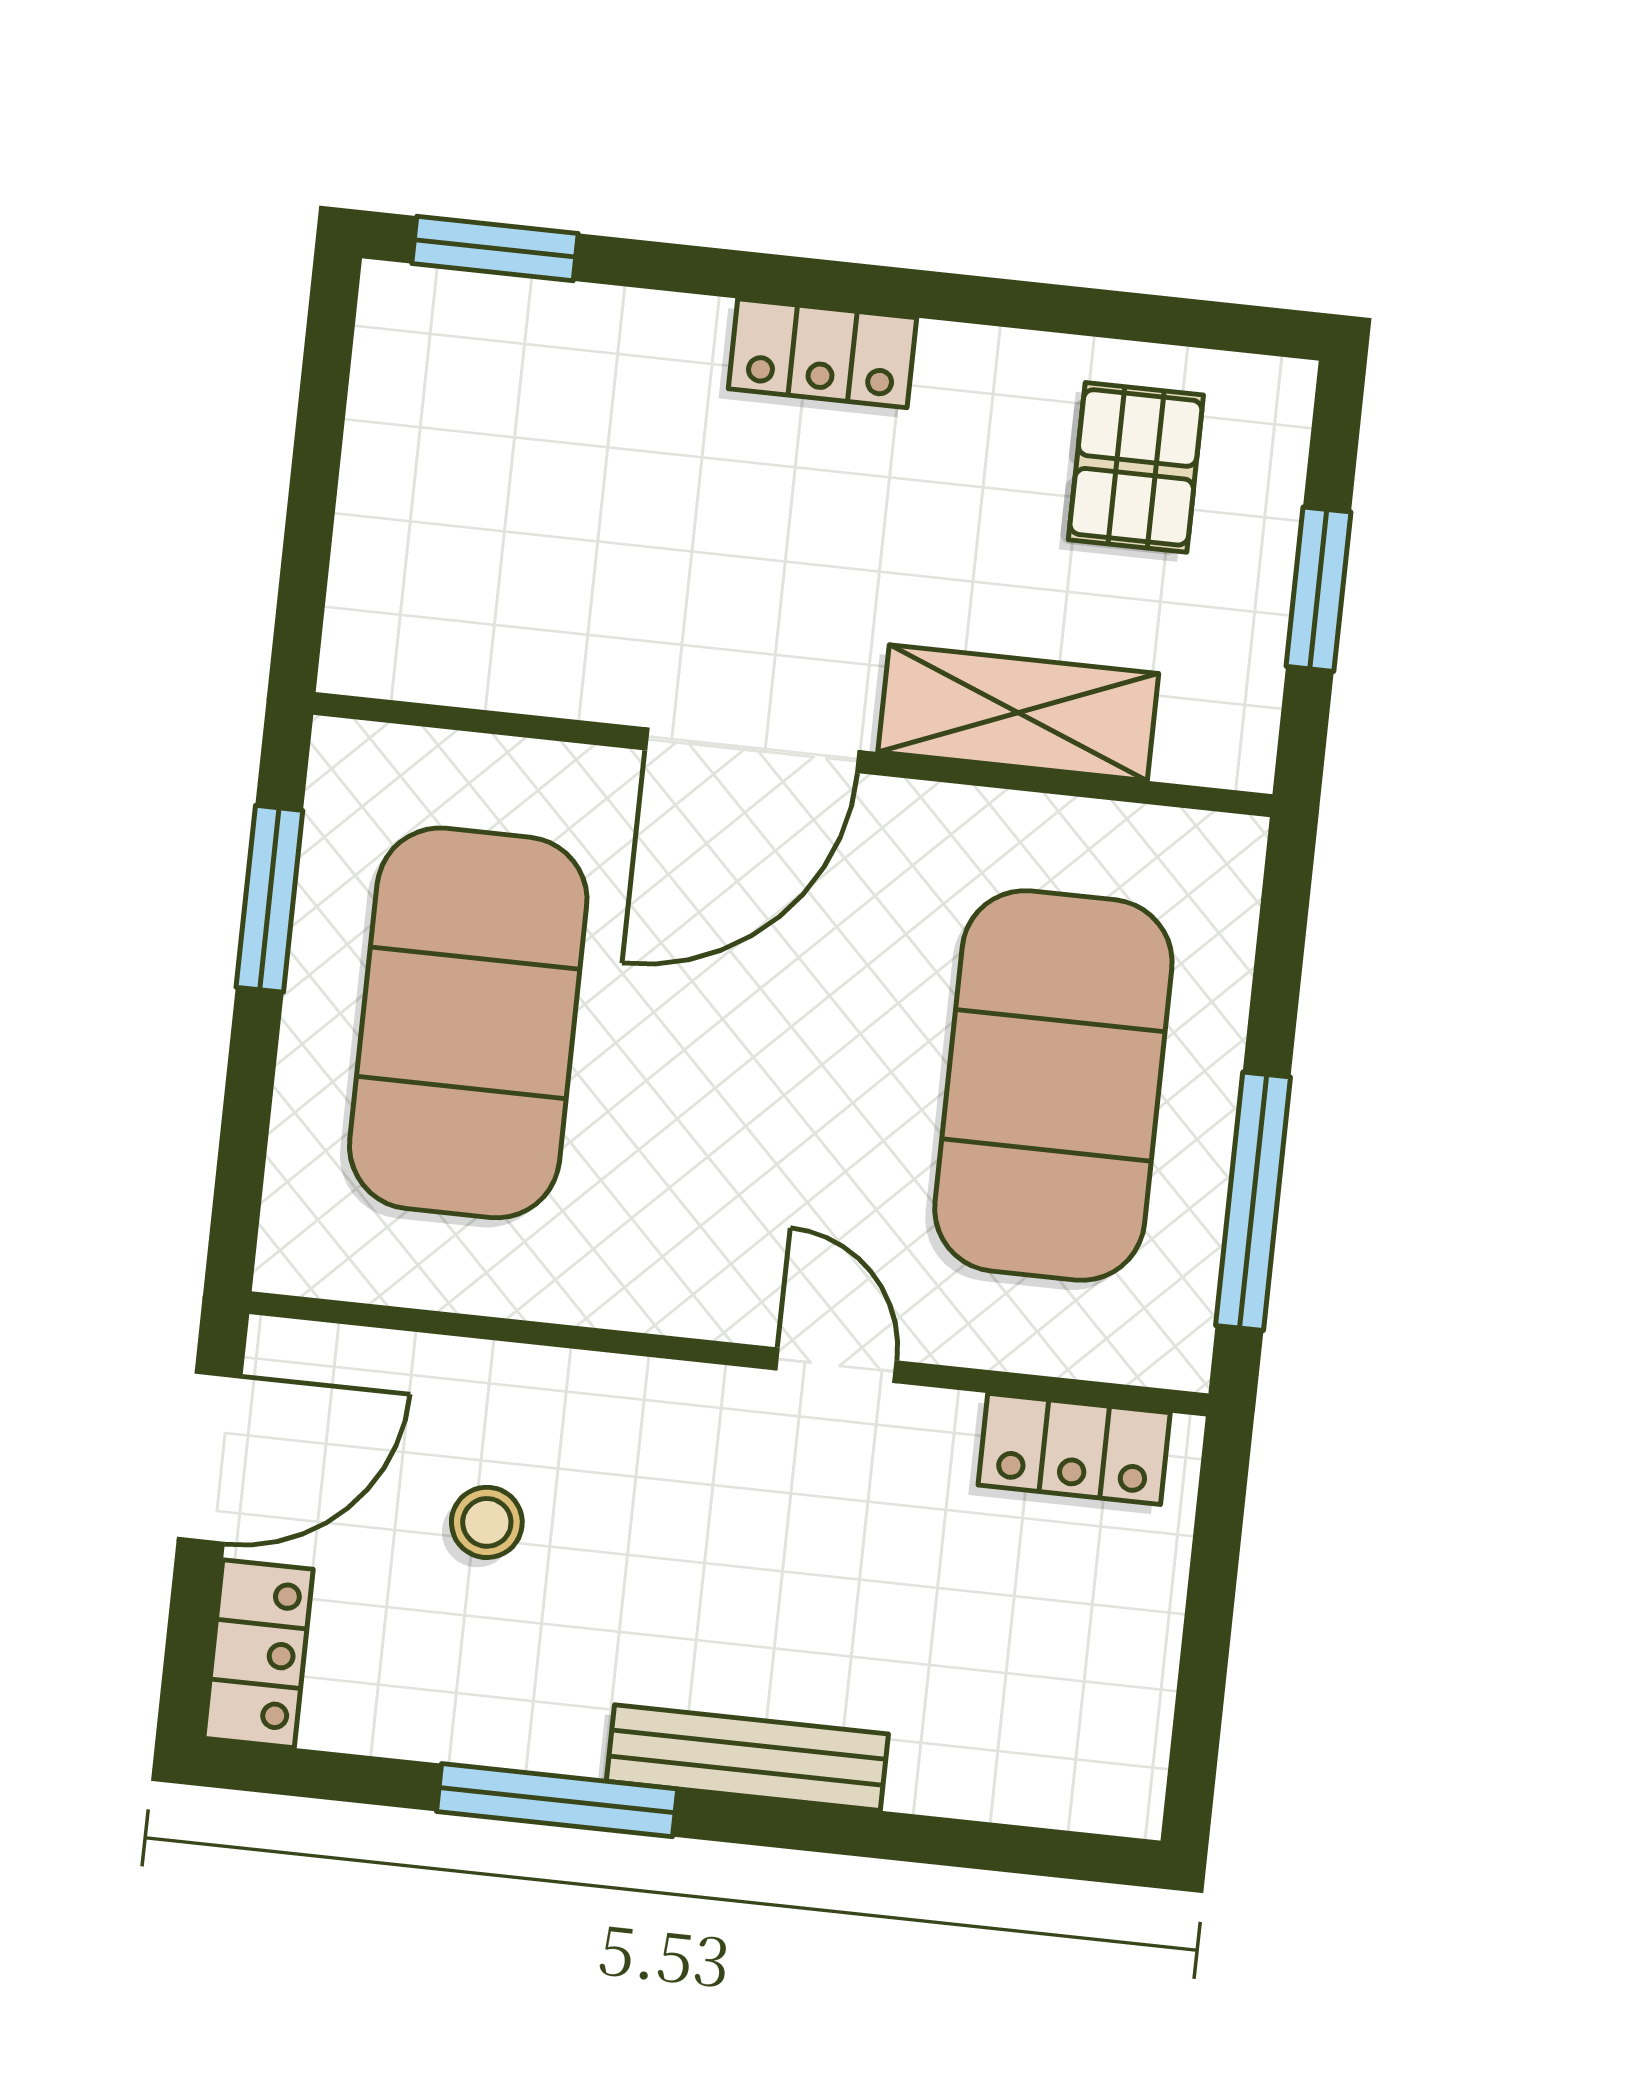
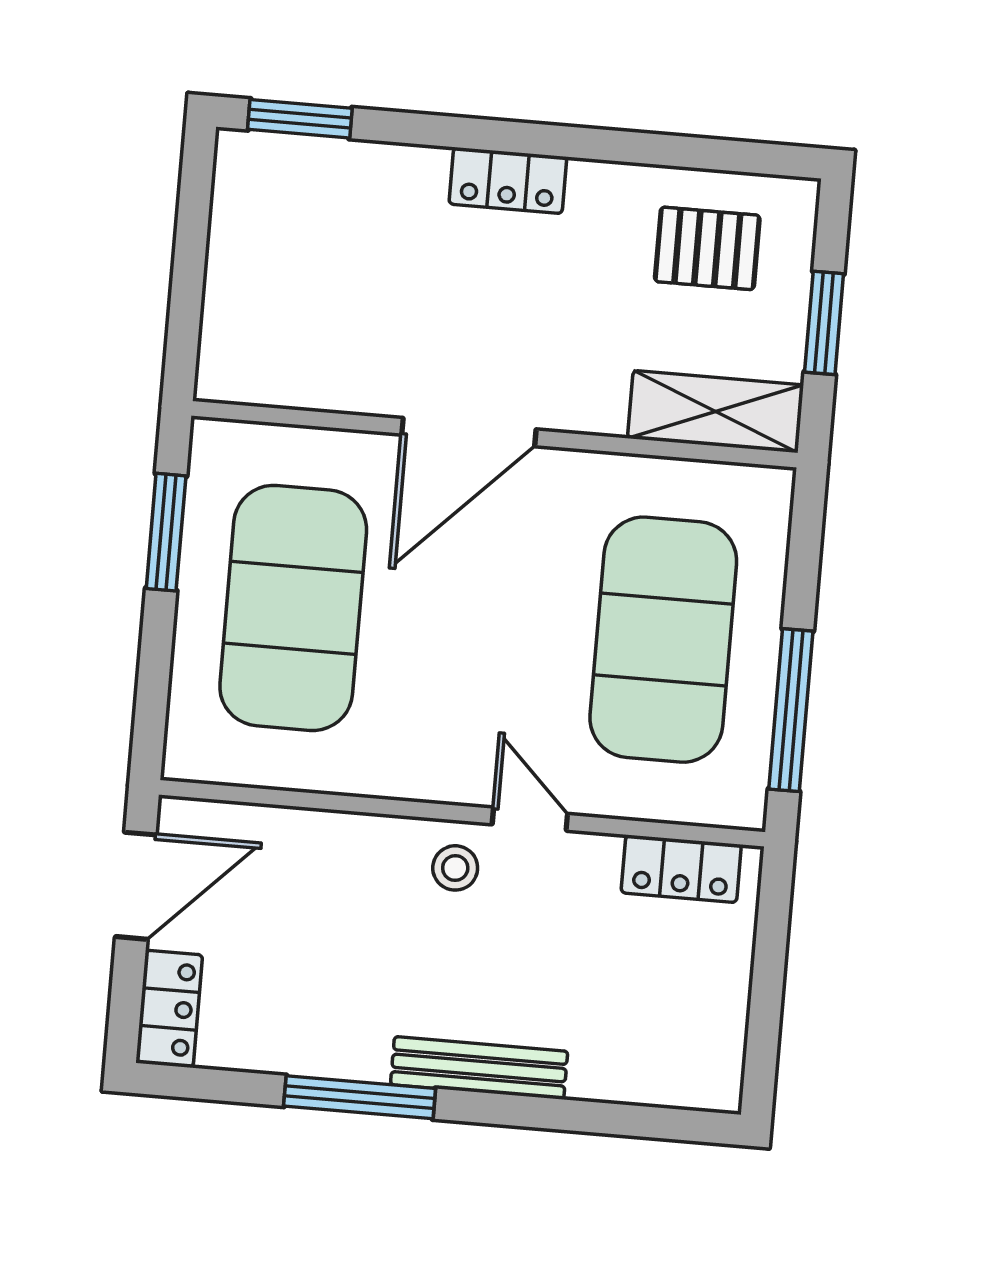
pallet: (1136, 467) -> (707, 248), turned 90
shelving: (1018, 713) -> (716, 412), moved
stool: (487, 1522) -> (455, 868), moved

